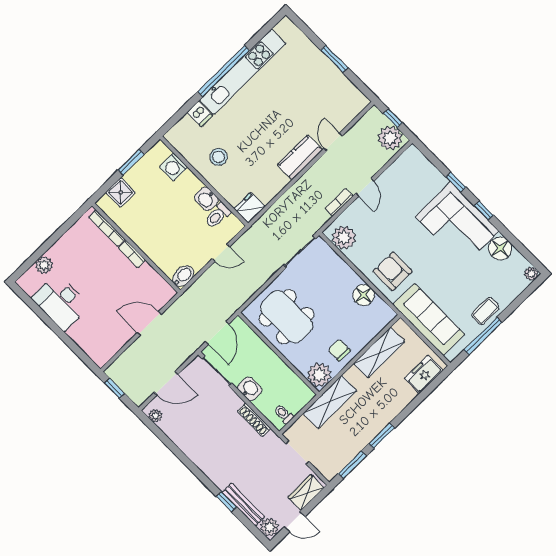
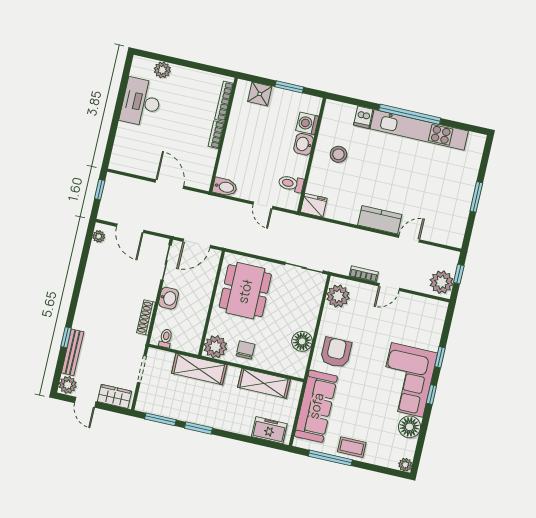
washbasin: (206, 199) -> (304, 144), moved

